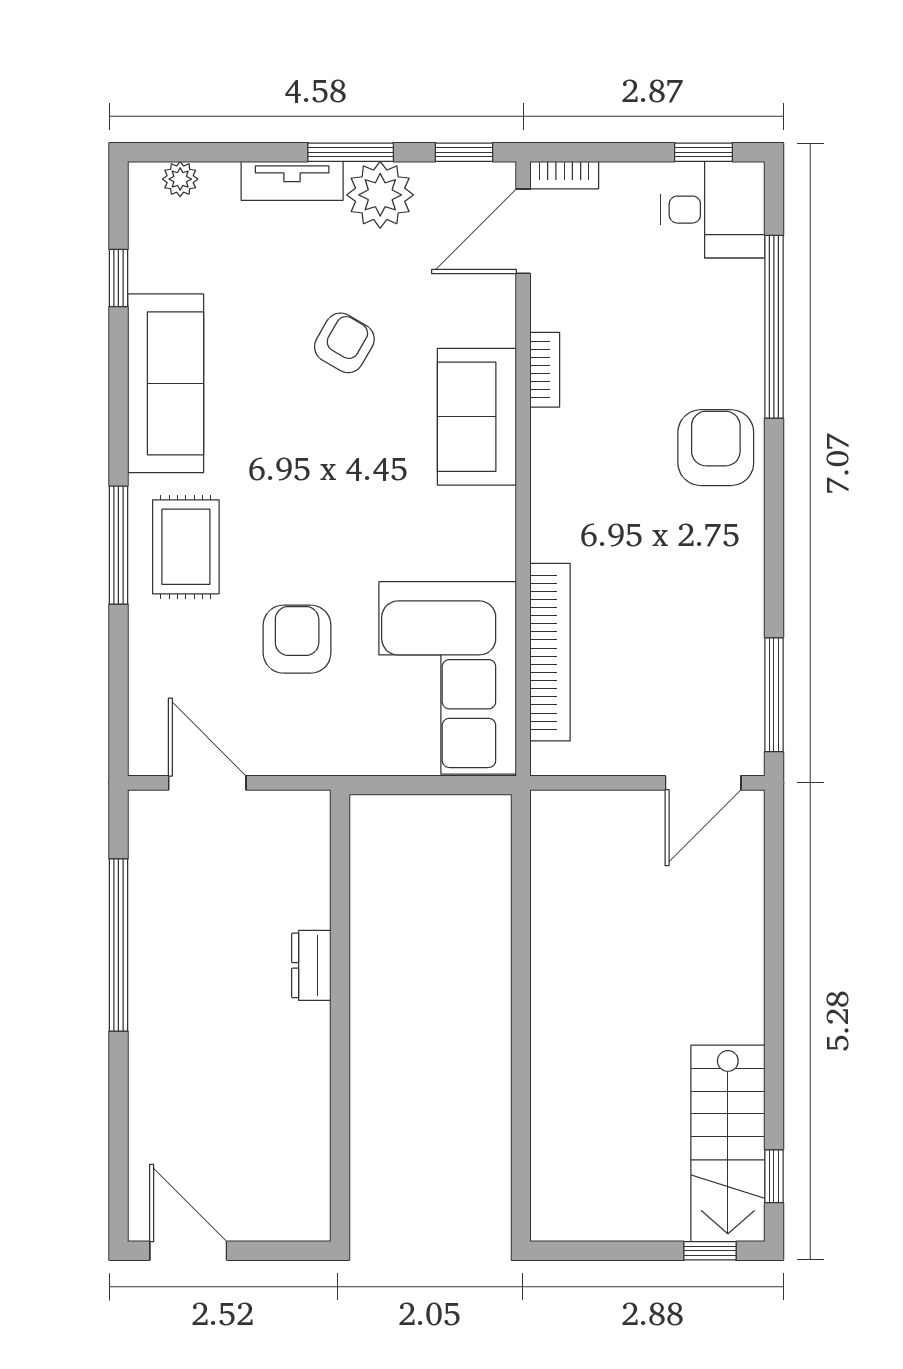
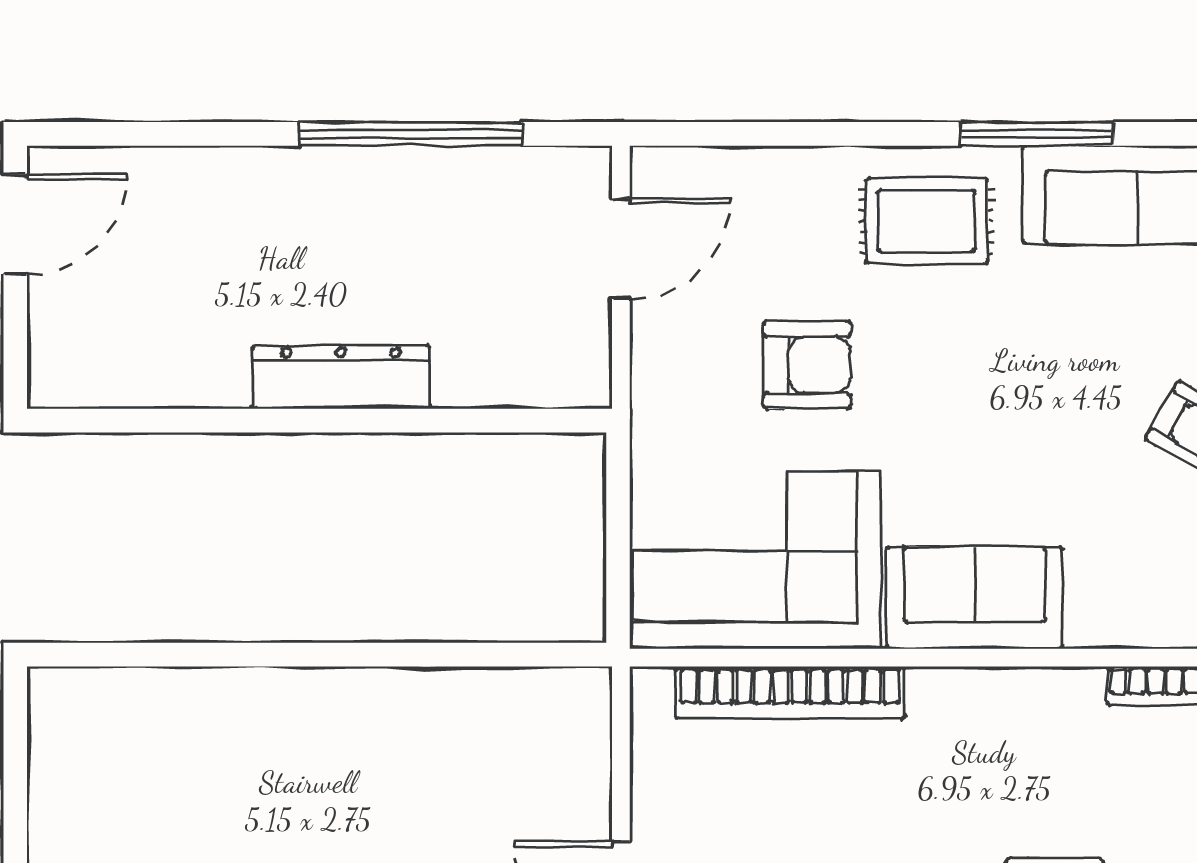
sofa: (477, 417) -> (974, 598), moved
window: (118, 545) -> (1037, 134), moved
dresser: (311, 965) -> (341, 377), width x1.96, depth x1.24

